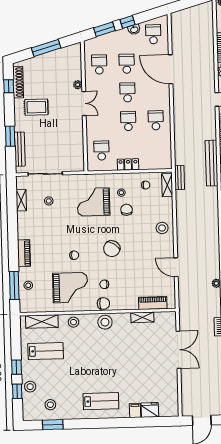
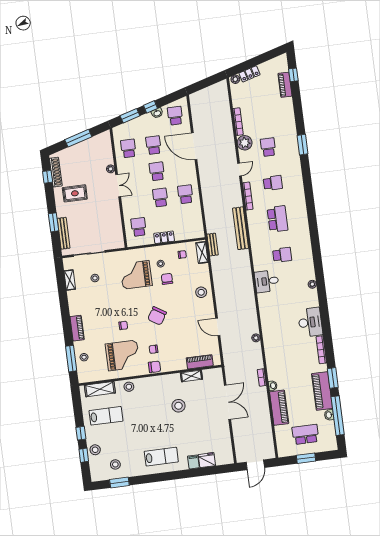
stool: (105, 322) -> (179, 406), moved

